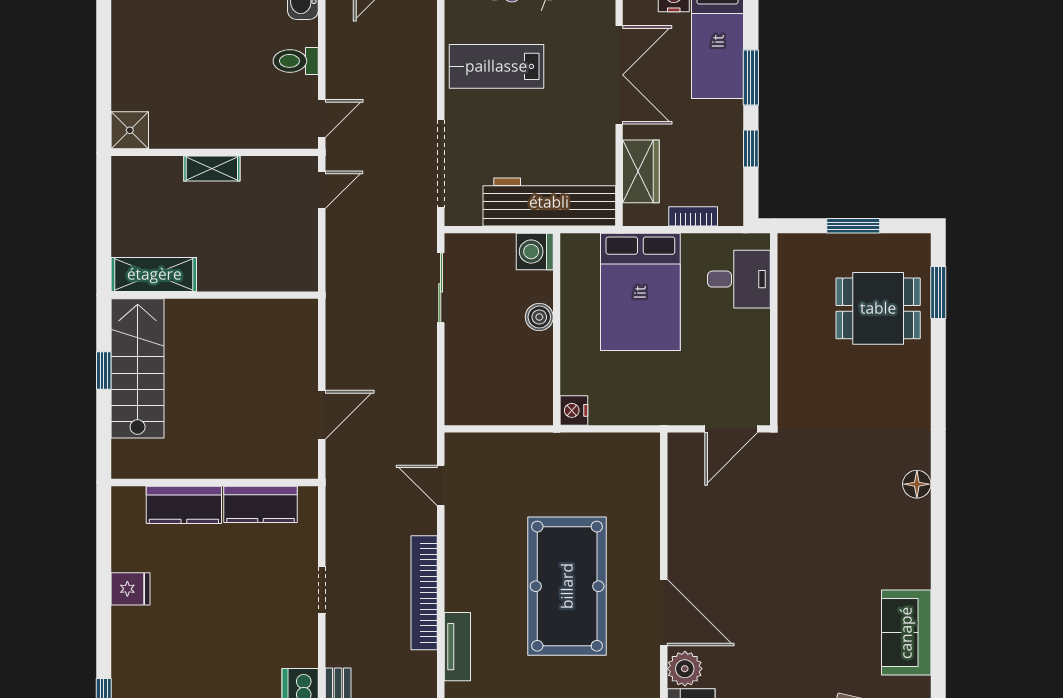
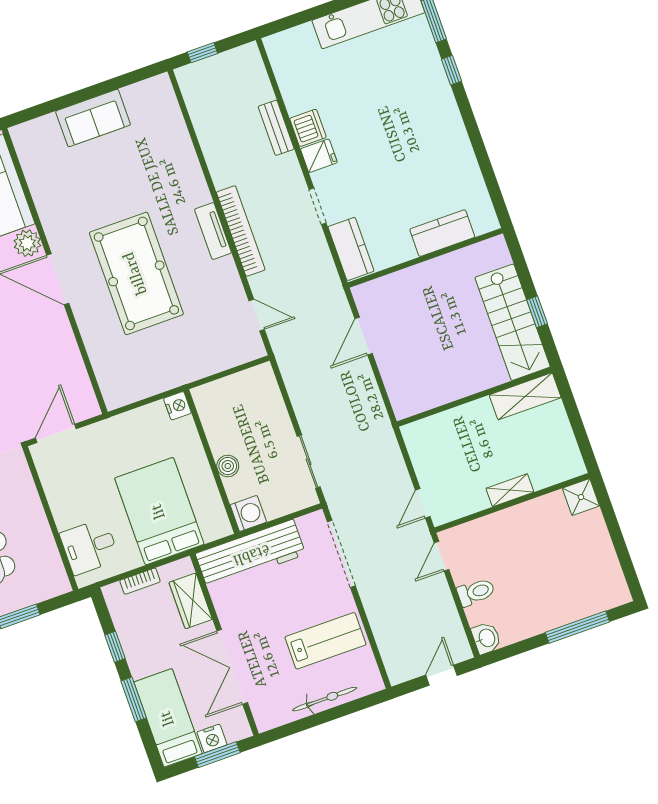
kitchen counter: (260, 504) -> (351, 249), moved, turned 90
fridge: (131, 589) -> (319, 156), moved, turned 180
tv unit: (457, 647) -> (213, 231), moved

